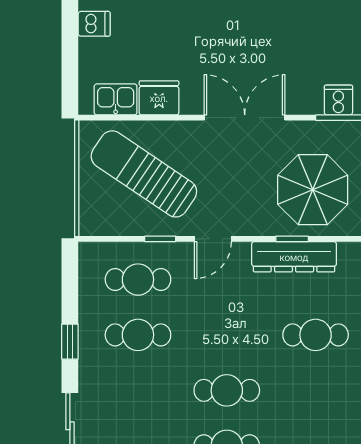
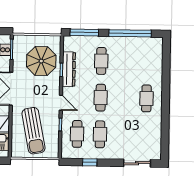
sun lounger: (144, 174) -> (33, 131), turned -45
window: (70, 342) -> (90, 162), moved
cafe table: (227, 390) -> (101, 98), moved

